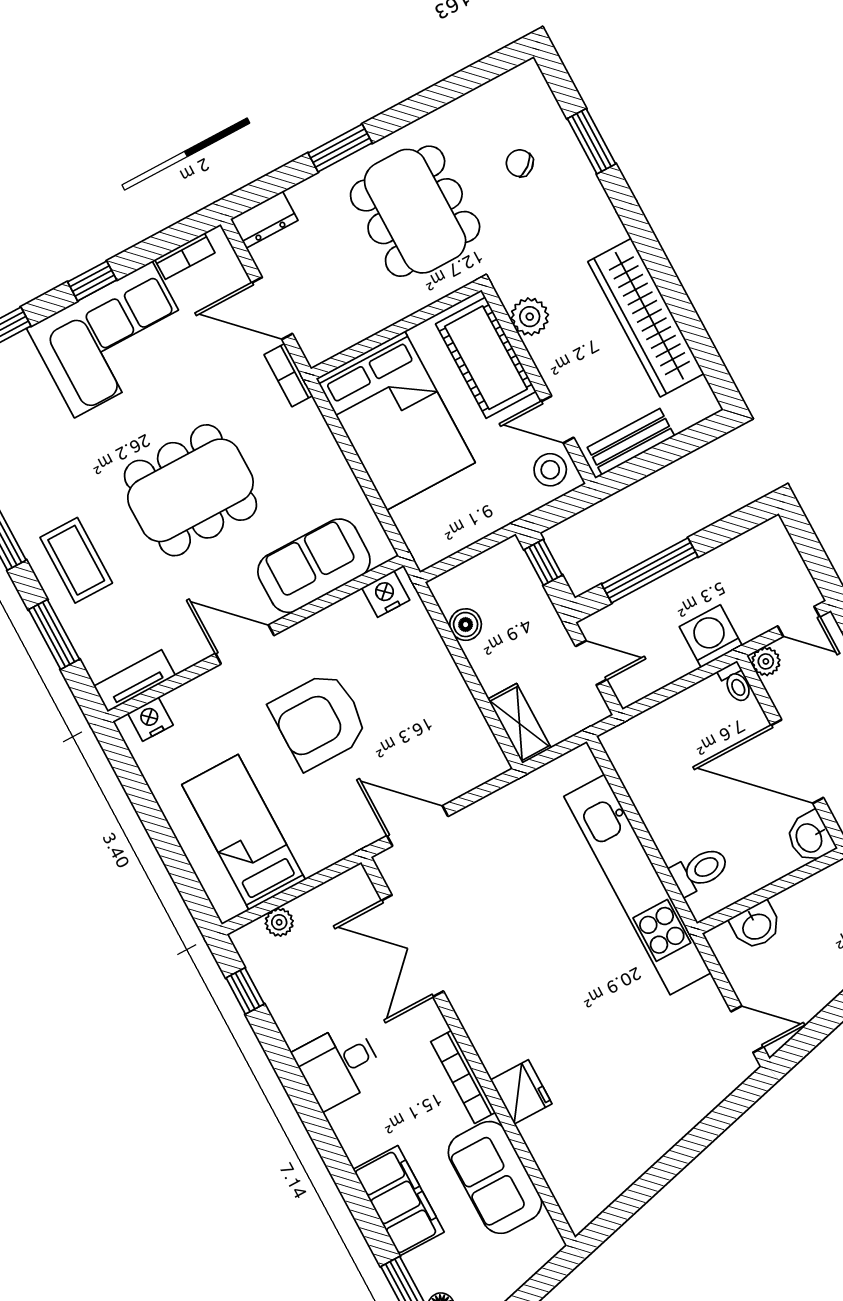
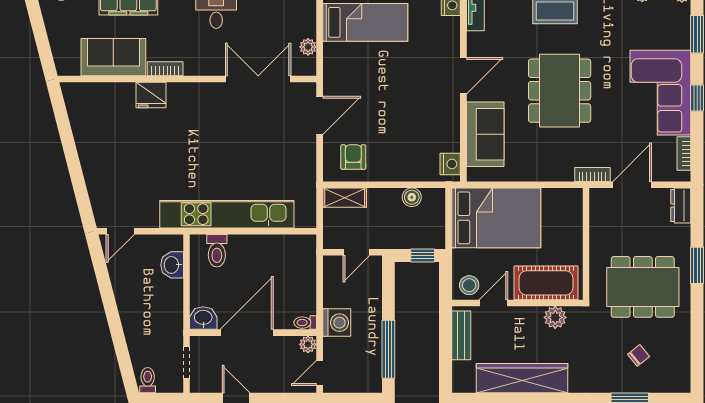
bed: (396, 421) -> (496, 218), moved, turned 180
window: (650, 570) -> (388, 349), moved
armchair: (319, 720) -> (353, 157), moved, width x0.53, depth x0.53
plant: (279, 922) -> (308, 47), moved
bookcase: (463, 1077) -> (165, 69), width x0.64

